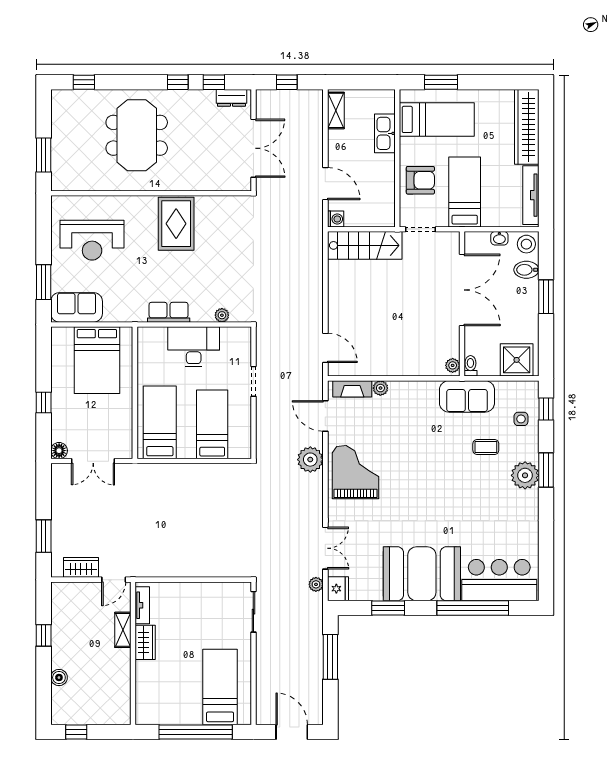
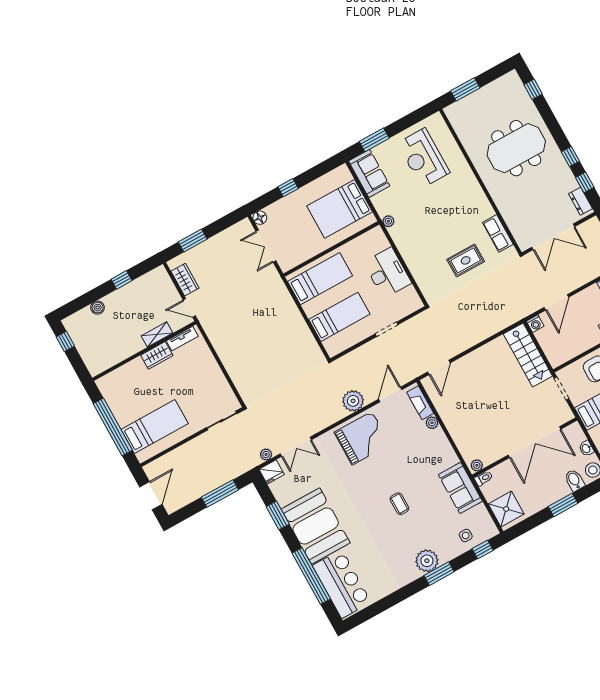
rug: (176, 224) -> (466, 260), moved, width x0.73, depth x0.70
row of seats: (169, 312) -> (498, 233), moved, turned 180
plant: (222, 315) -> (388, 221), moved
coffee table: (486, 447) -> (399, 504), moved

